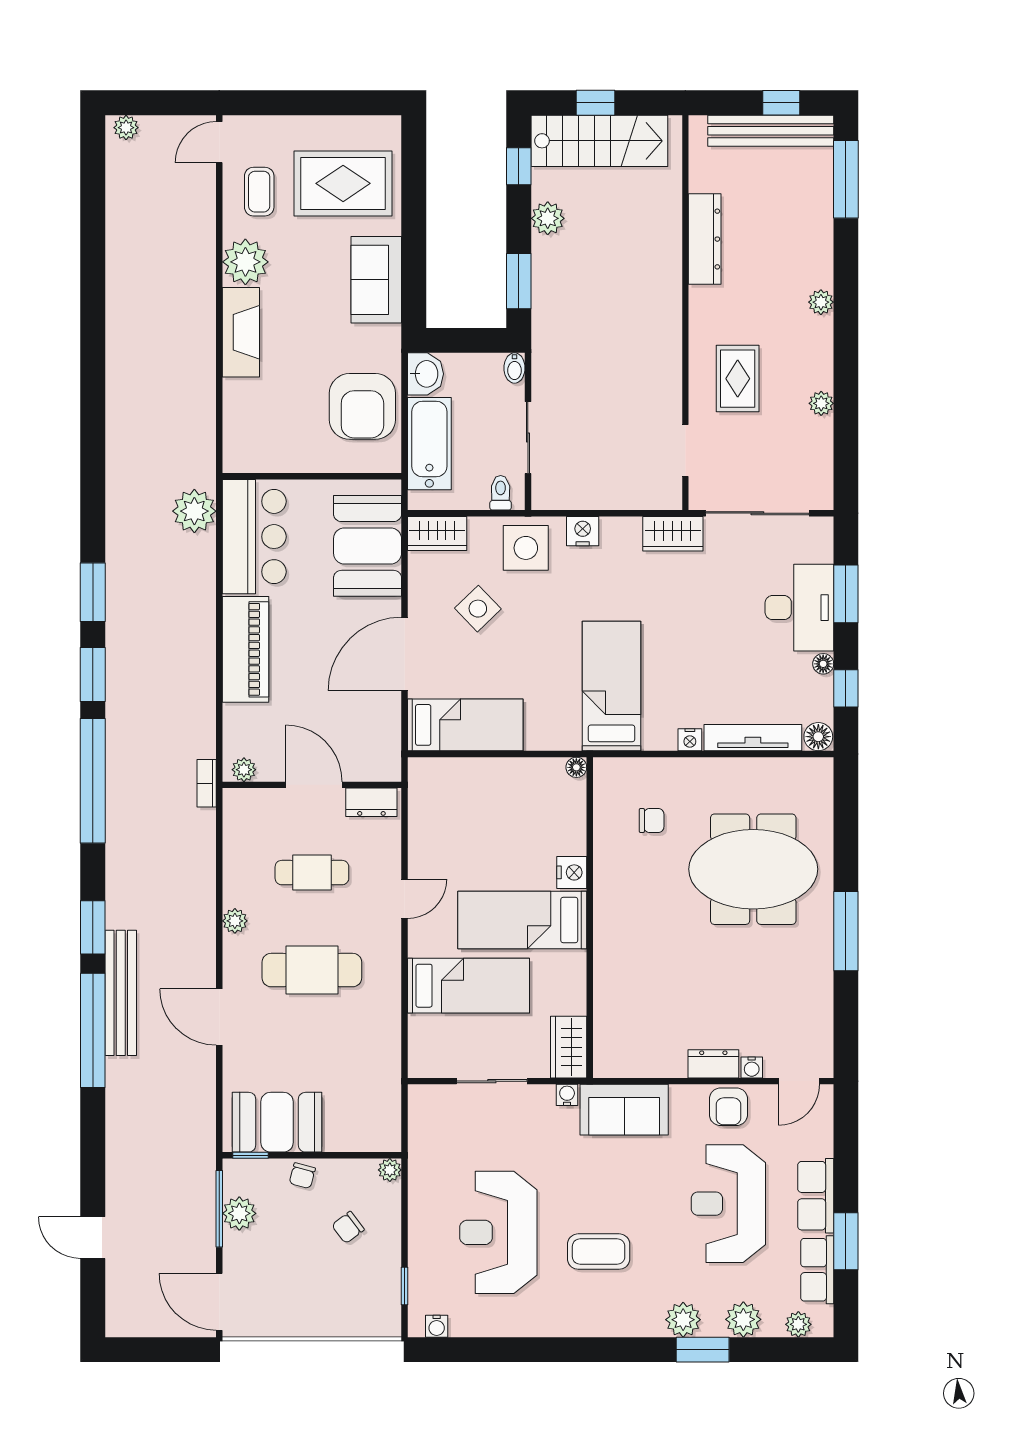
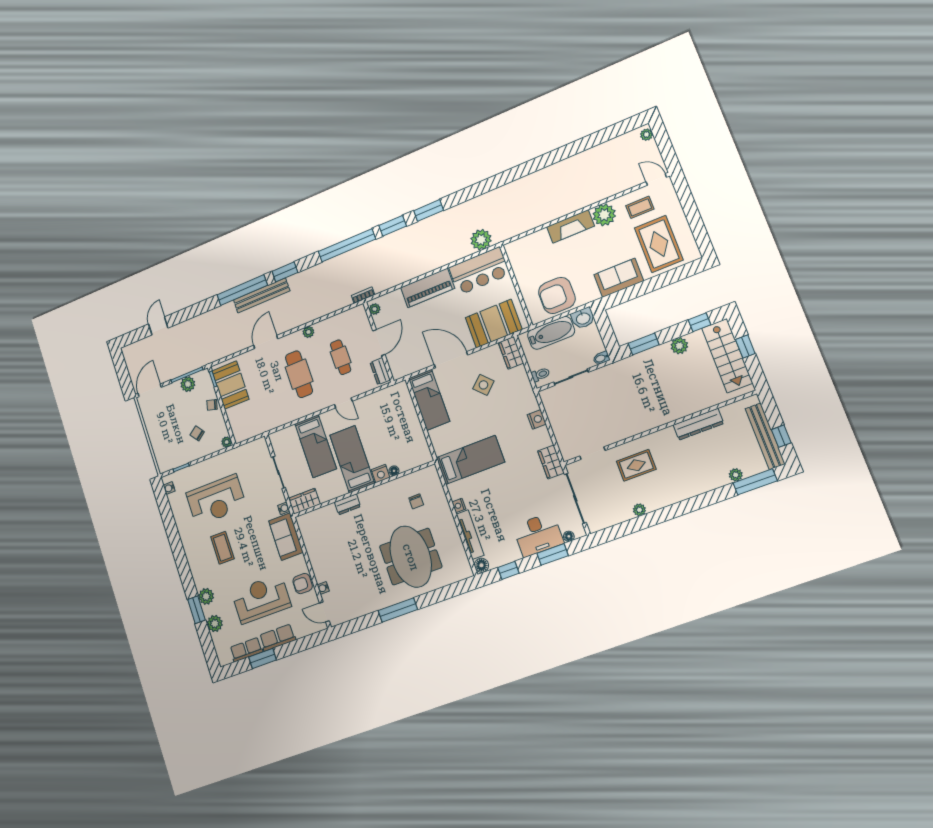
plant: (821, 302) -> (736, 475), moved
side table: (526, 548) -> (519, 396), removed
floor lamp: (823, 664) -> (569, 536), moved
floor lamp: (576, 767) -> (394, 471), moved
dresser: (713, 1064) -> (347, 504), moved, turned 90
reception desk: (498, 1232) -> (216, 500), turned 180
plant: (798, 1324) -> (221, 649), removed

